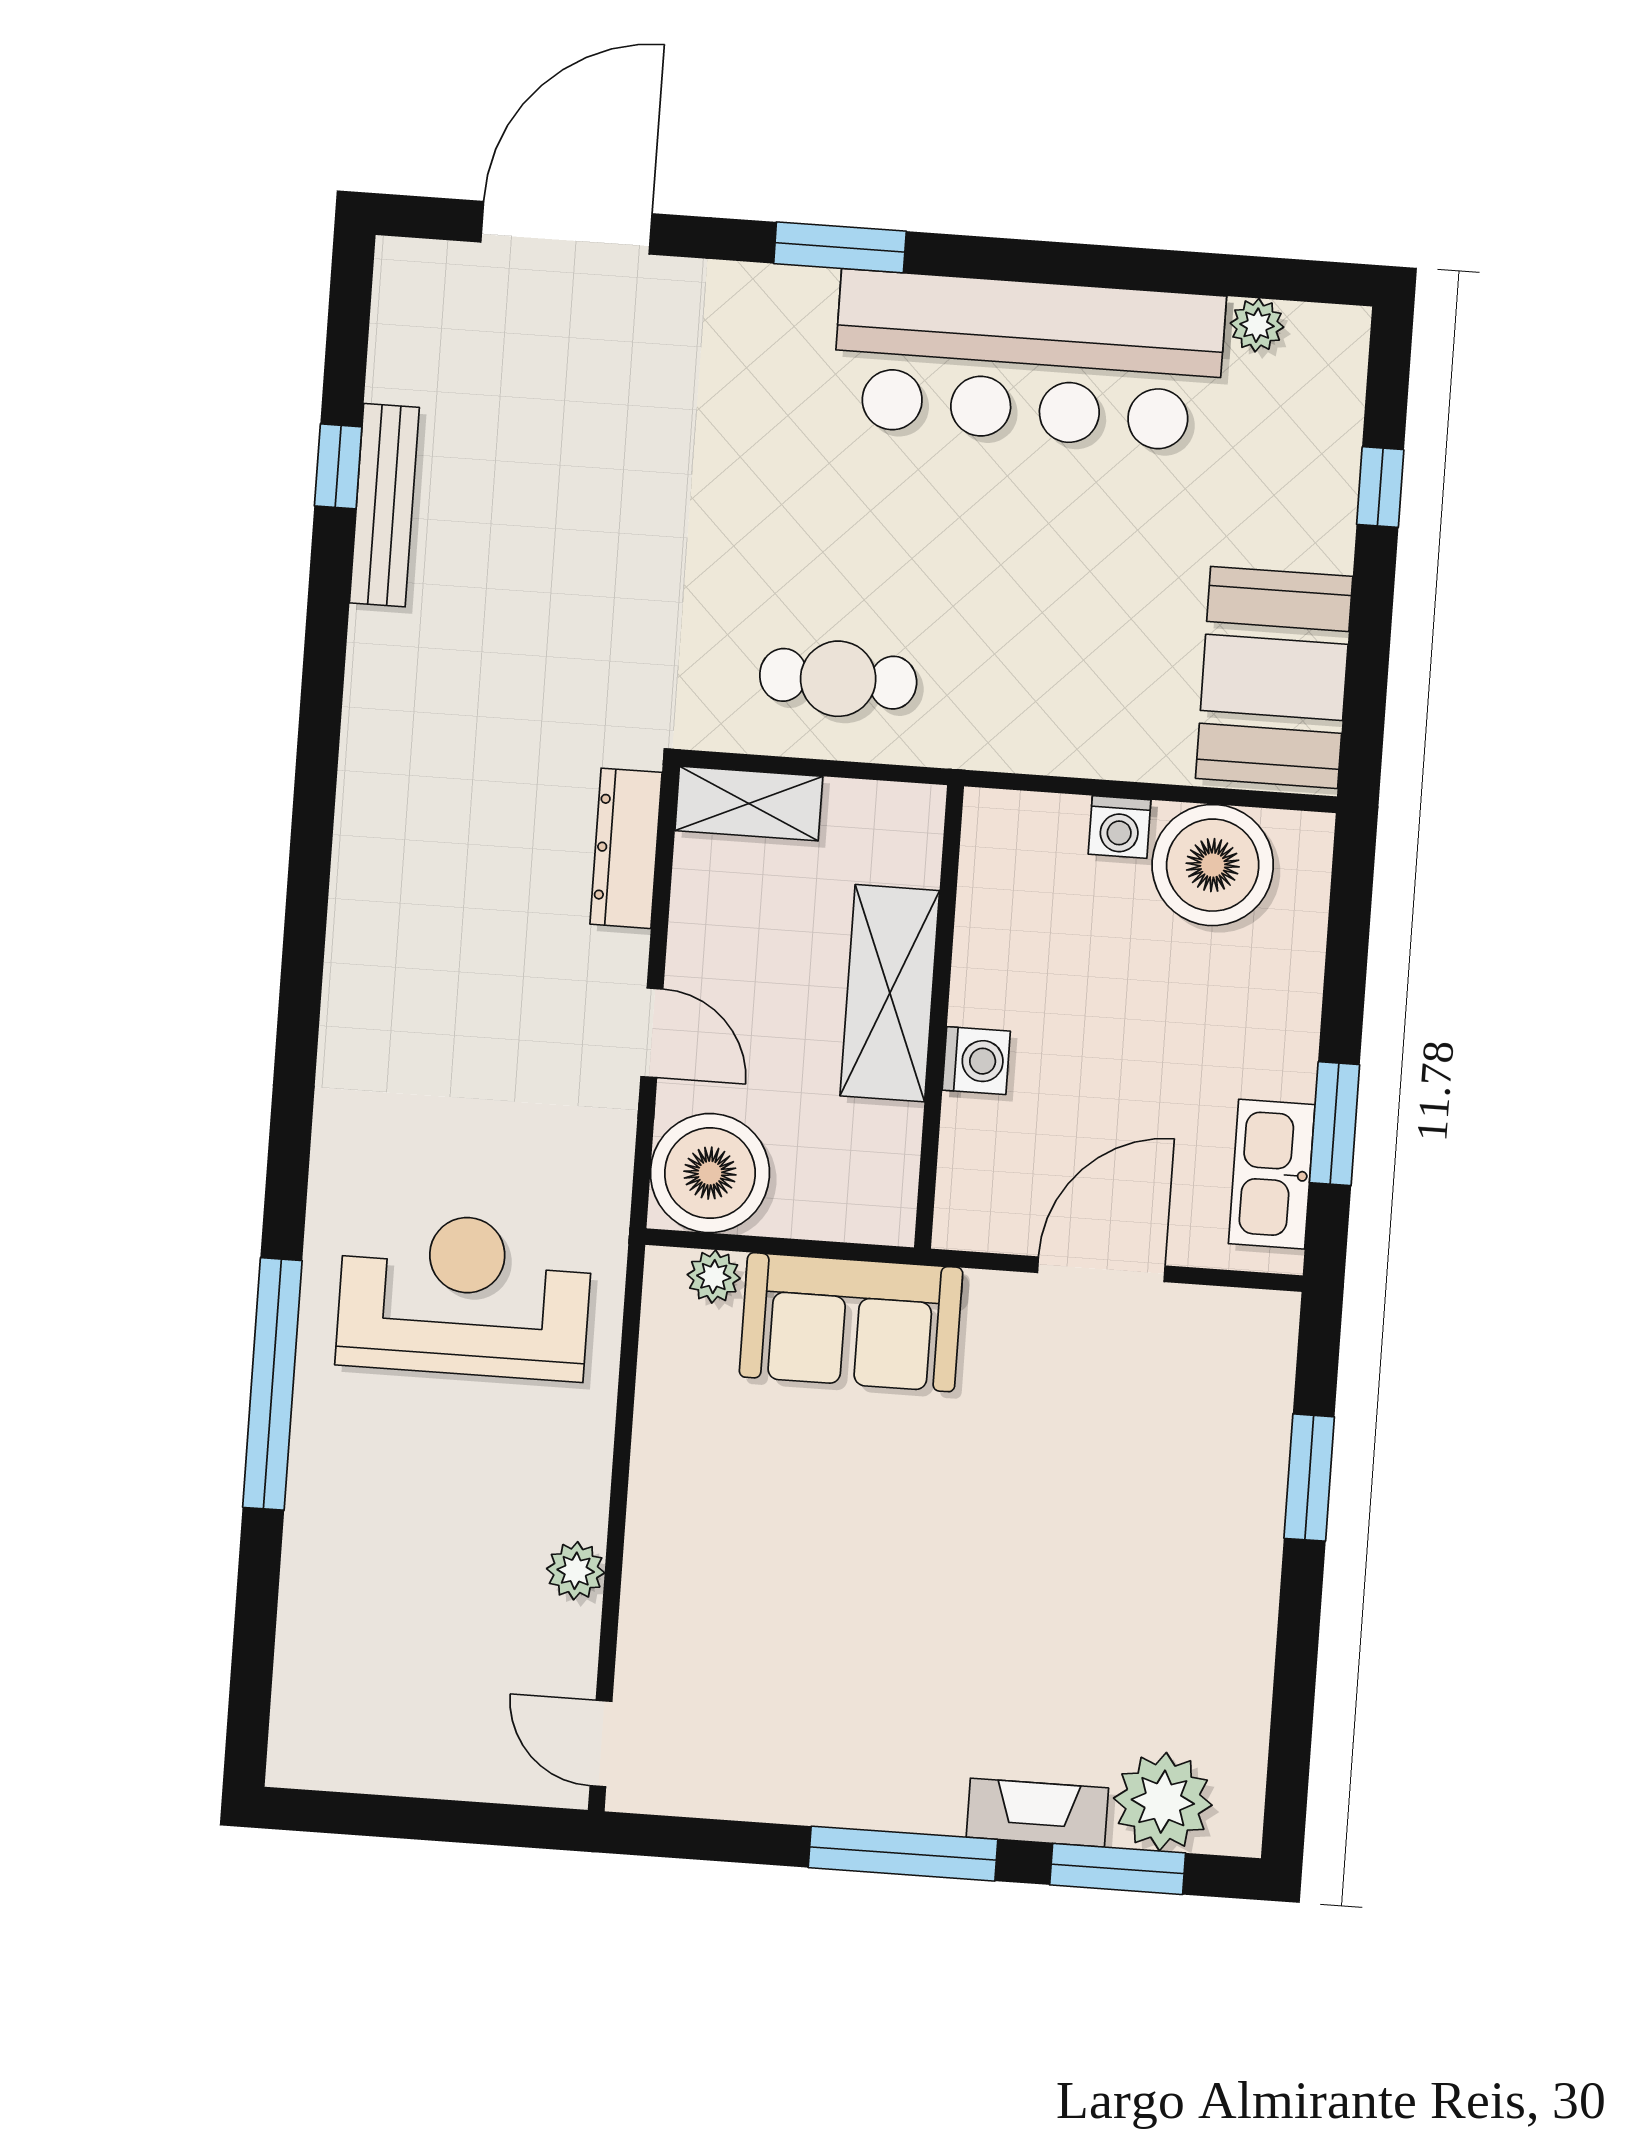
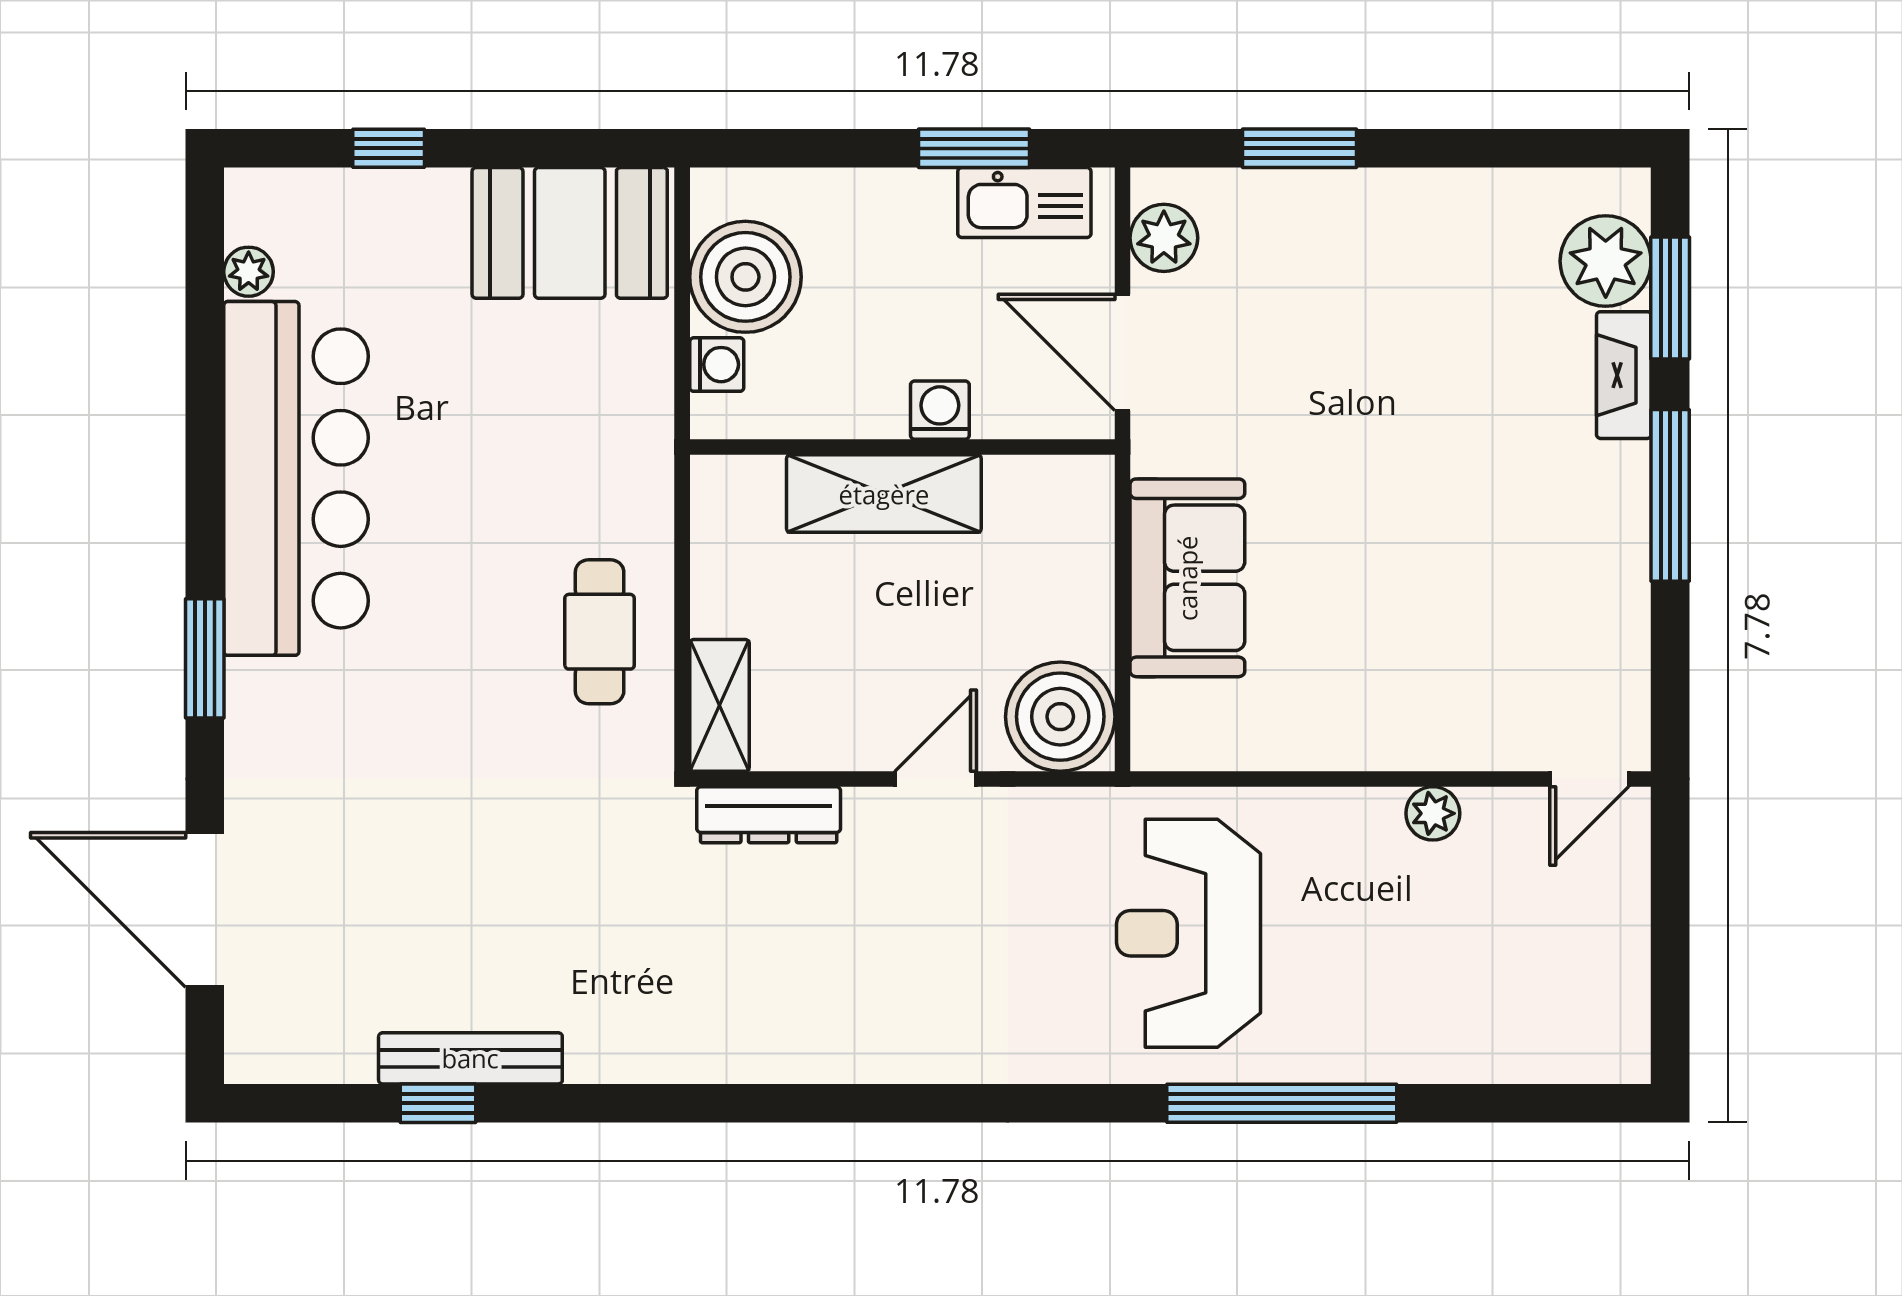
shelving: (890, 993) -> (884, 494), moved
wall: (939, 1017) -> (902, 447), moved
washing machine: (976, 1061) -> (940, 410), moved
plant: (714, 1277) -> (1164, 238), moved, width x1.38, depth x1.38

